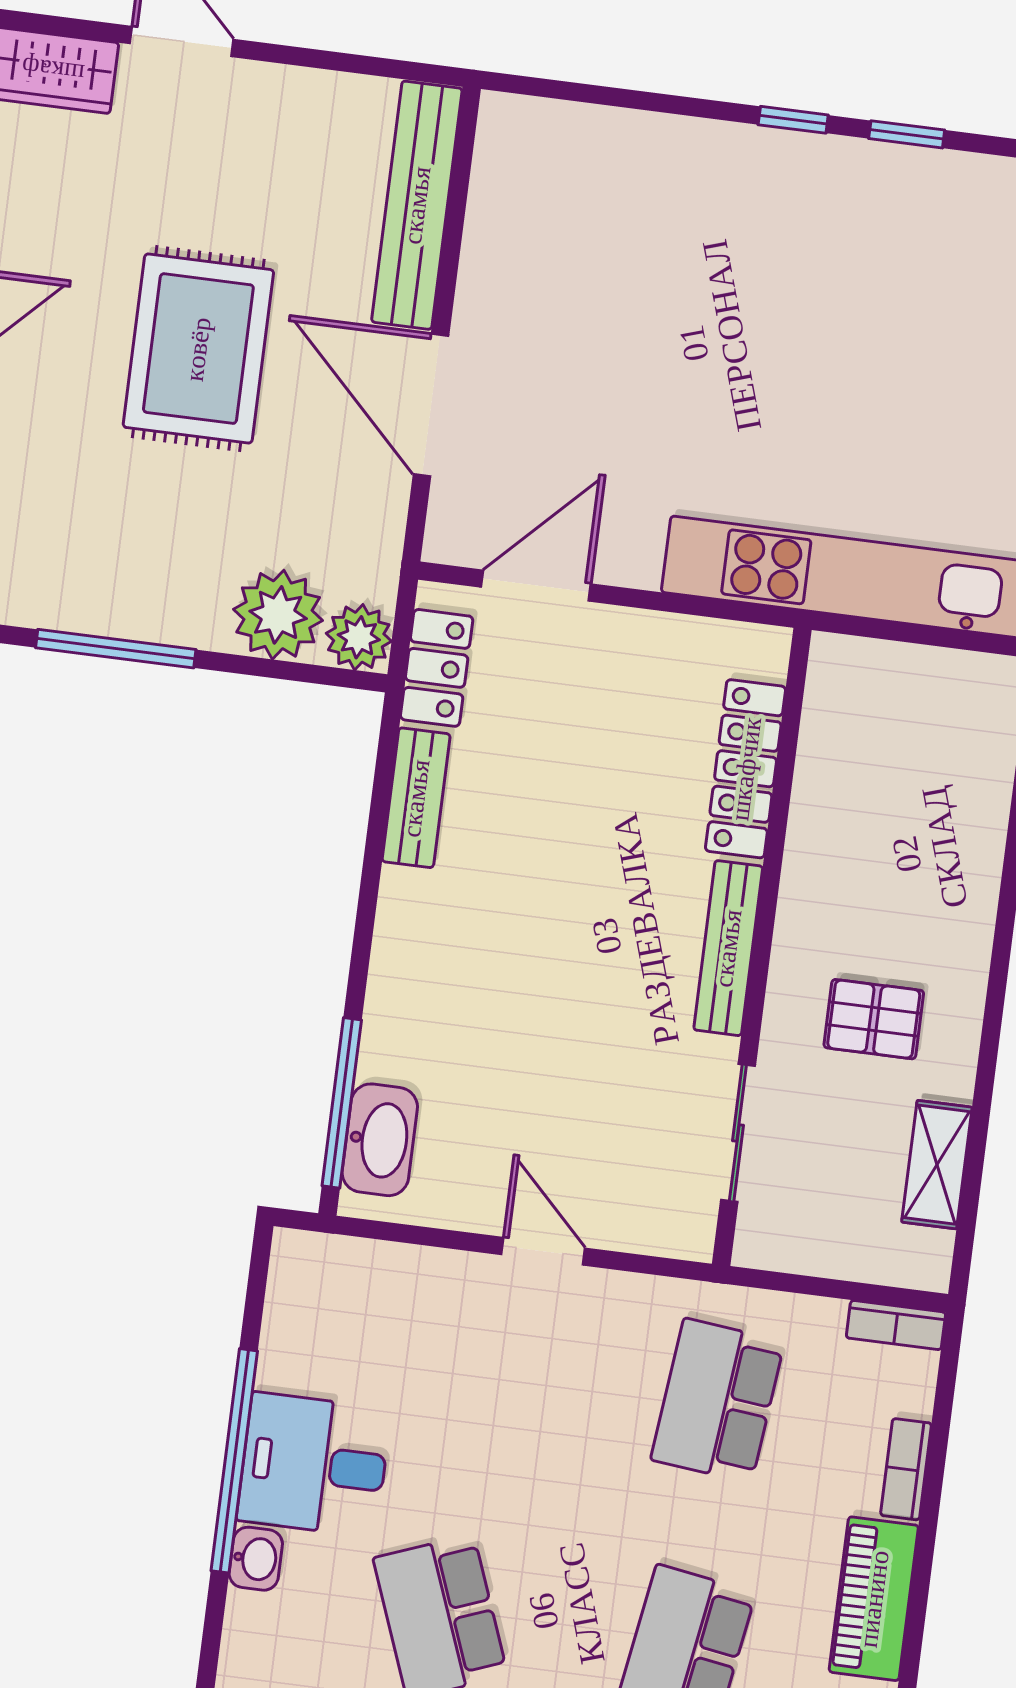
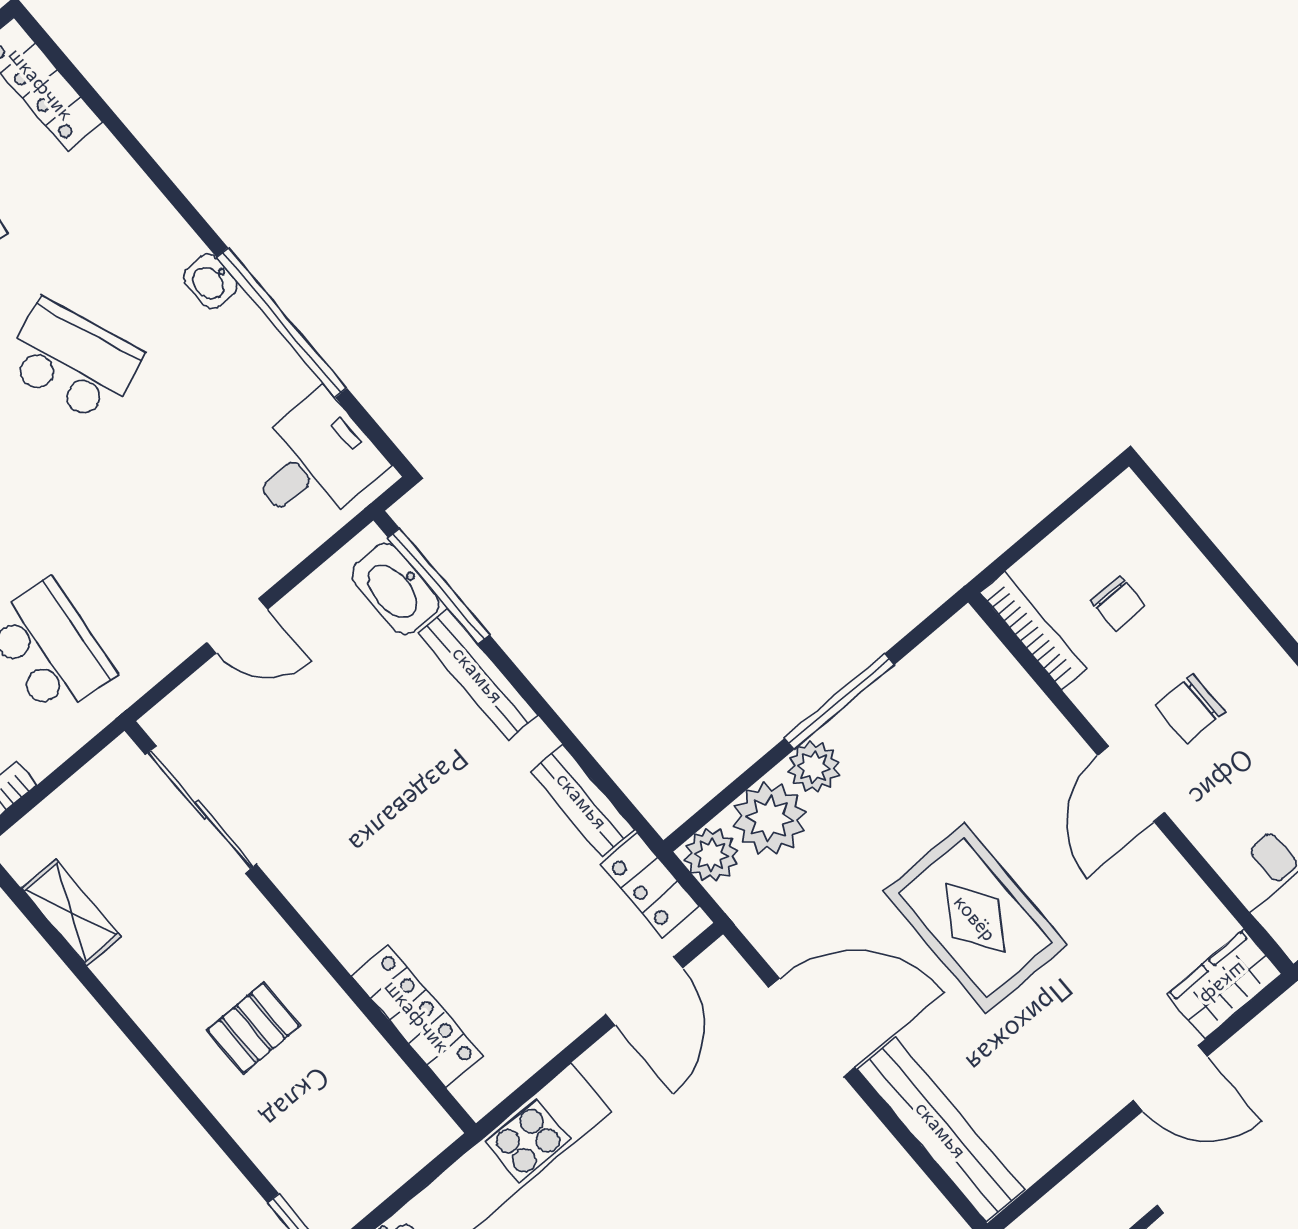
plant: (195, 618) -> (814, 767), added
bench: (728, 948) -> (478, 675), moved
pallet: (874, 1019) -> (253, 1028), moved
sliding door: (738, 1133) -> (201, 809), width x1.37
desk: (314, 1465) -> (314, 462), moved

